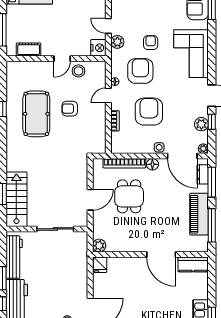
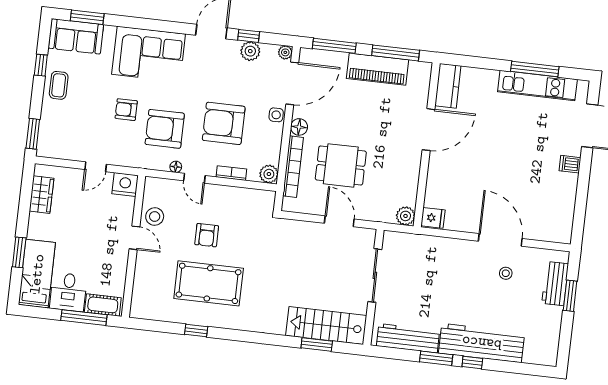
desk: (19, 17) -> (68, 292), added
plant: (117, 42) -> (269, 174), moved
cot: (29, 50) -> (103, 305), moved, turned 90
dresser: (203, 174) -> (322, 57), removed

